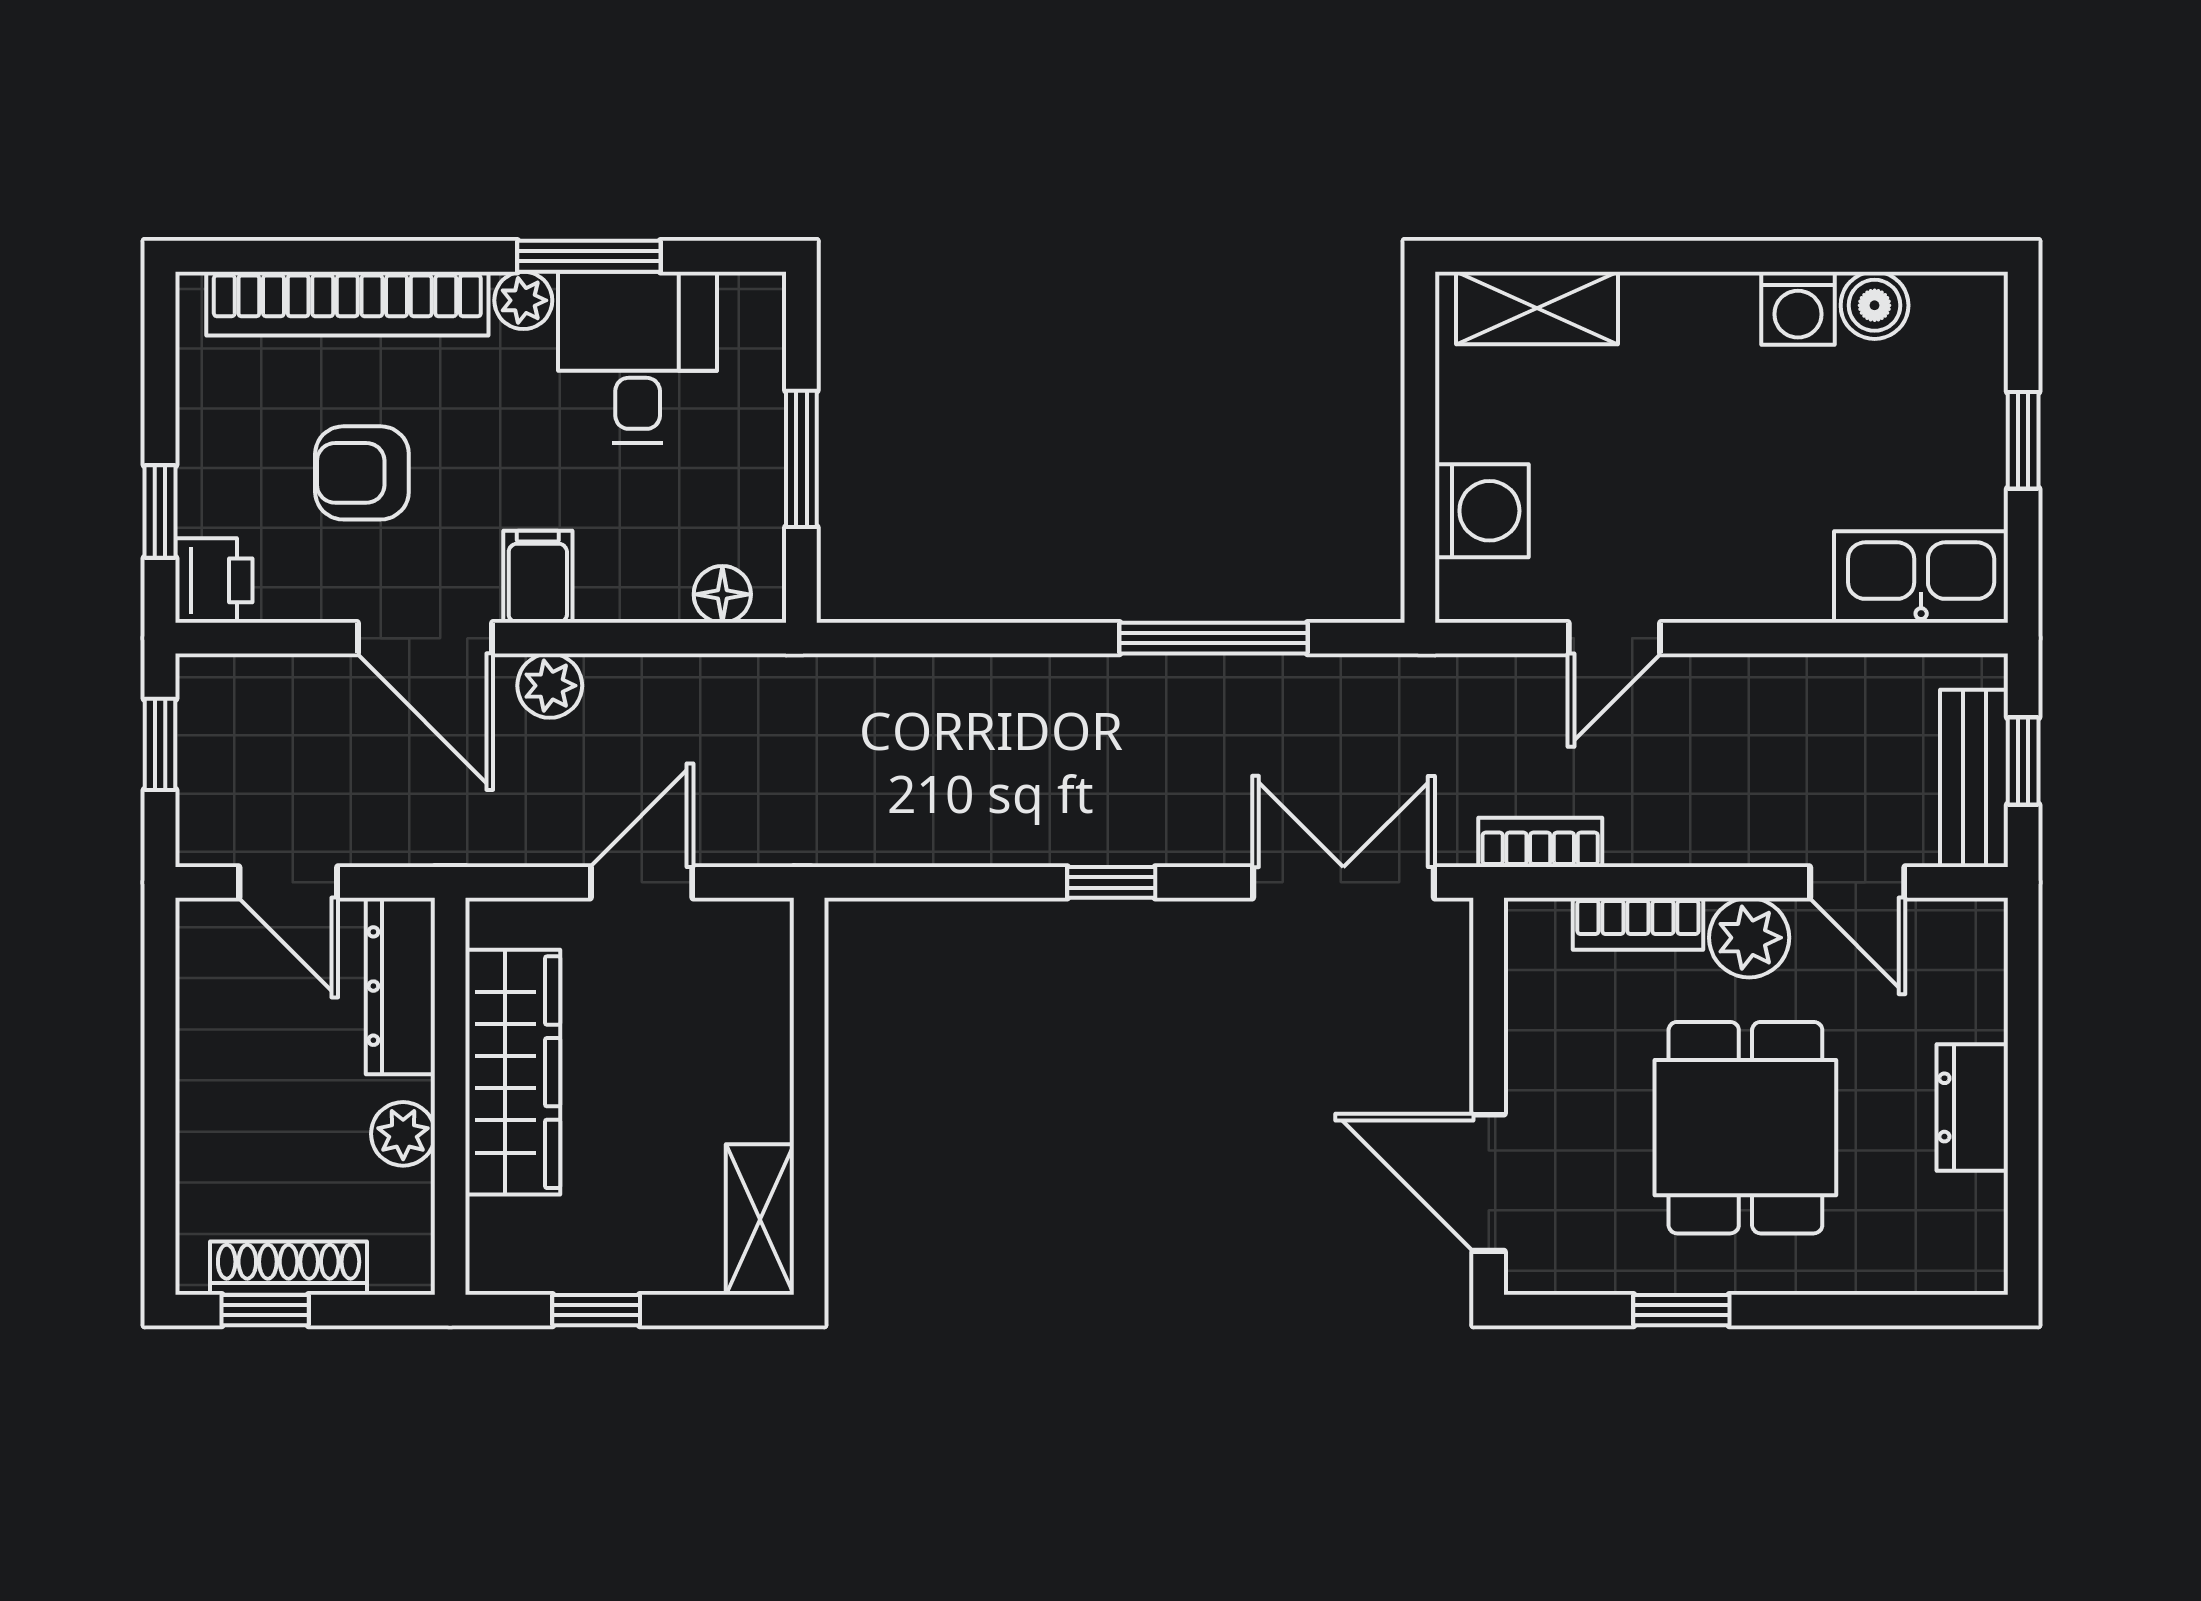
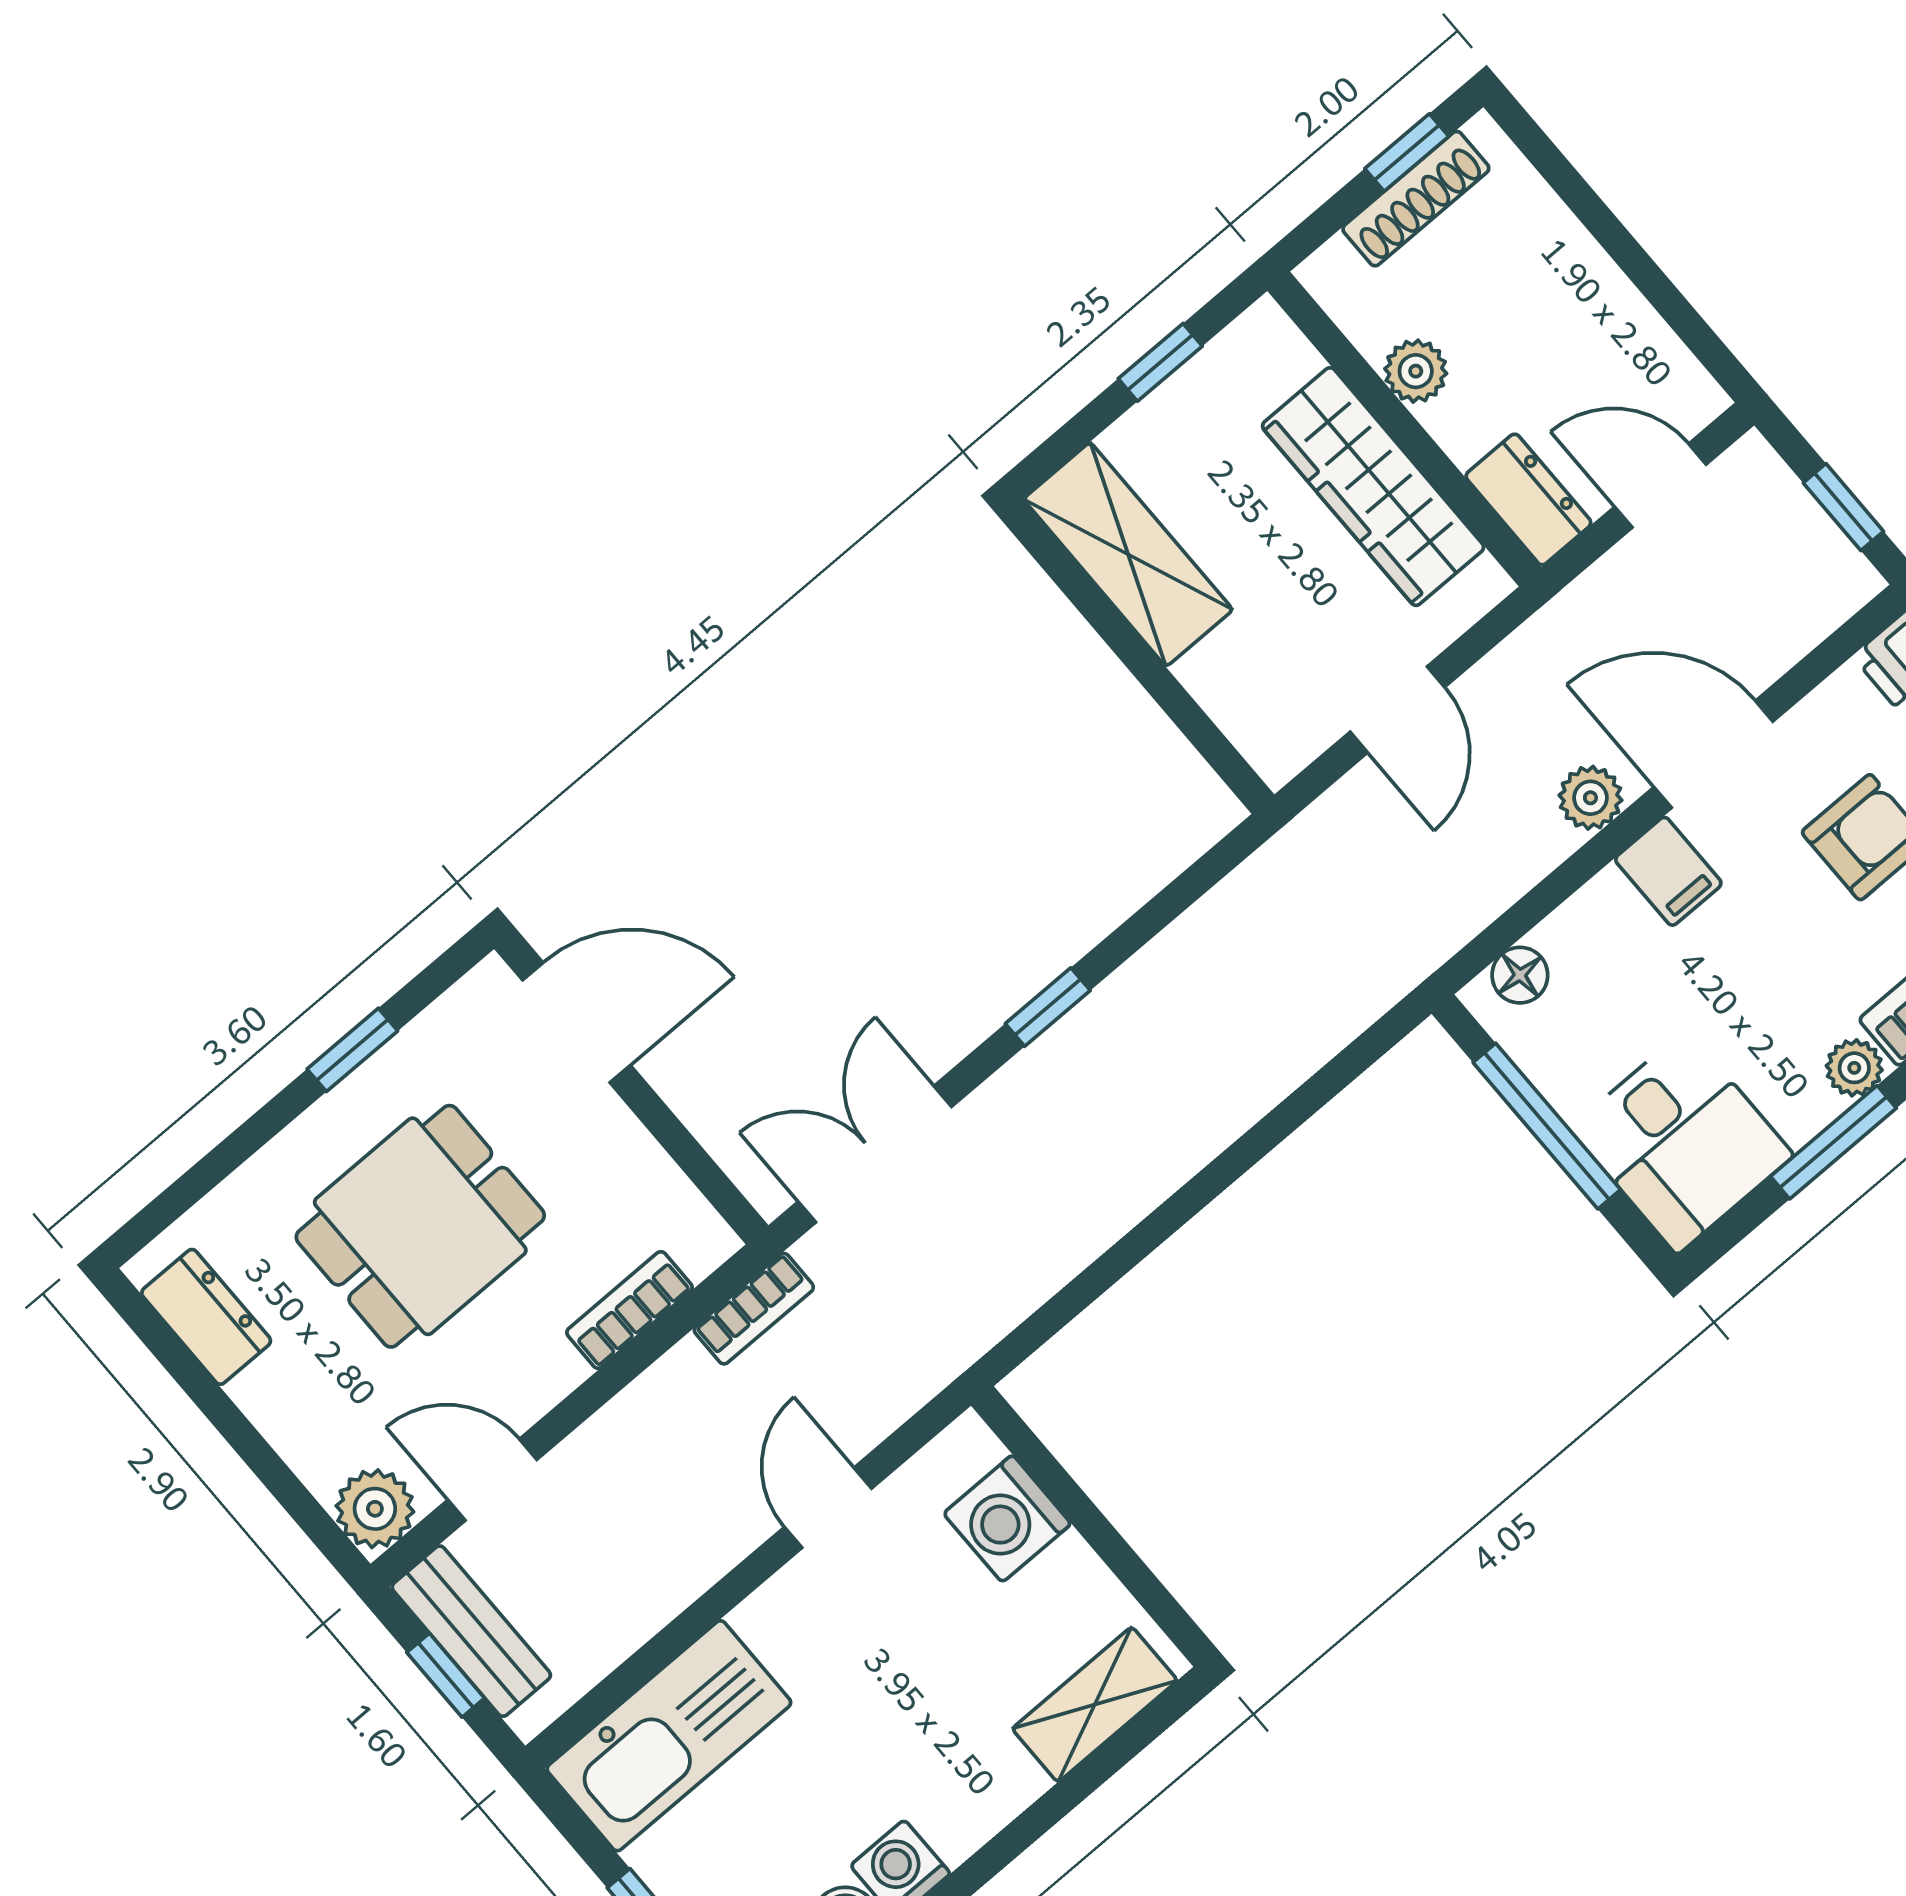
desk: (638, 357) -> (1682, 1142), moved
window: (801, 459) -> (1547, 1126), width x1.44
kitchen sink: (1921, 577) -> (669, 1736), width x1.36, depth x1.24
window: (1214, 638) -> (1126, 1254), removed
double door: (1343, 882) -> (875, 1154), swing flipped
plant: (1749, 938) -> (375, 1509), moved
dresser: (400, 986) -> (1528, 499), width x0.70
dresser: (1972, 1107) -> (206, 1317), moved
dining table: (1745, 1128) -> (420, 1226), turned 90
shelving: (760, 1219) -> (1128, 554), width x1.50, depth x1.33

